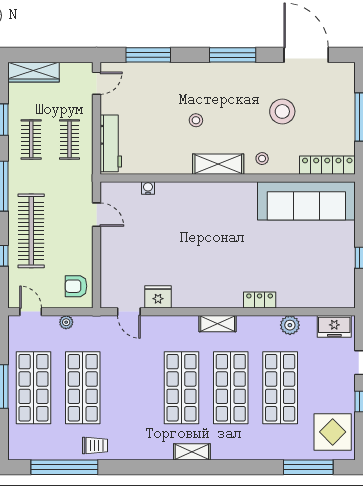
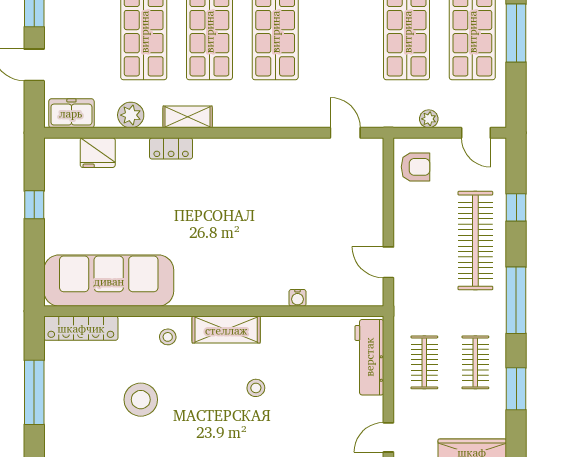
water cooler: (148, 188) -> (298, 298), moved
fridge: (158, 297) -> (98, 153), moved
shelving: (218, 324) -> (188, 117), moved

